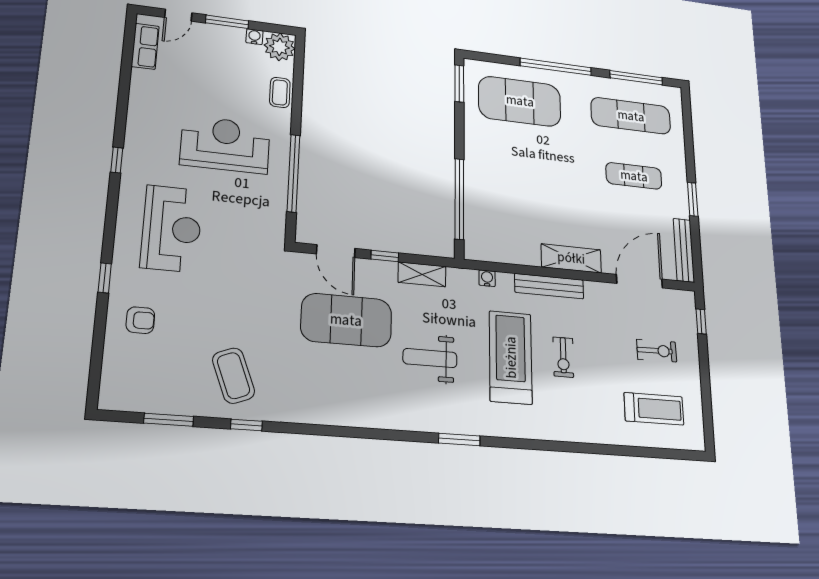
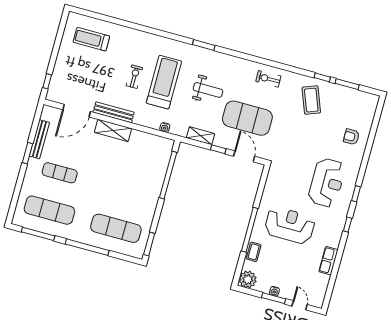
door: (178, 15) -> (300, 305), hinge flipped
water cooler: (254, 37) -> (274, 291), moved
row of seats: (145, 46) -> (328, 261), moved
exercise mat: (520, 101) -> (116, 228), width x0.68
reception desk: (225, 145) -> (290, 225), turned 180
window: (293, 173) -> (250, 230), moved
reception desk: (172, 229) -> (327, 183), turned 180
bench: (684, 250) -> (39, 139), moved
window: (105, 278) -> (356, 194), moved
bench: (549, 286) -> (114, 112), moved
exercise bike: (657, 351) -> (268, 79), moved
treadmill: (511, 357) -> (164, 82), turned 180
window: (246, 425) -> (322, 77), moved

